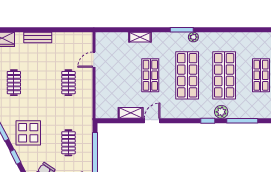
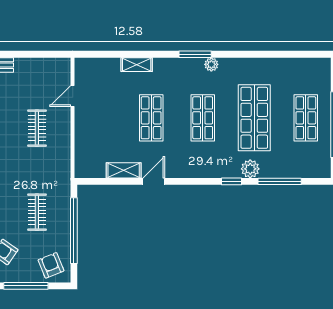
shop shelf: (187, 75) -> (203, 118), width x0.70, depth x0.74

